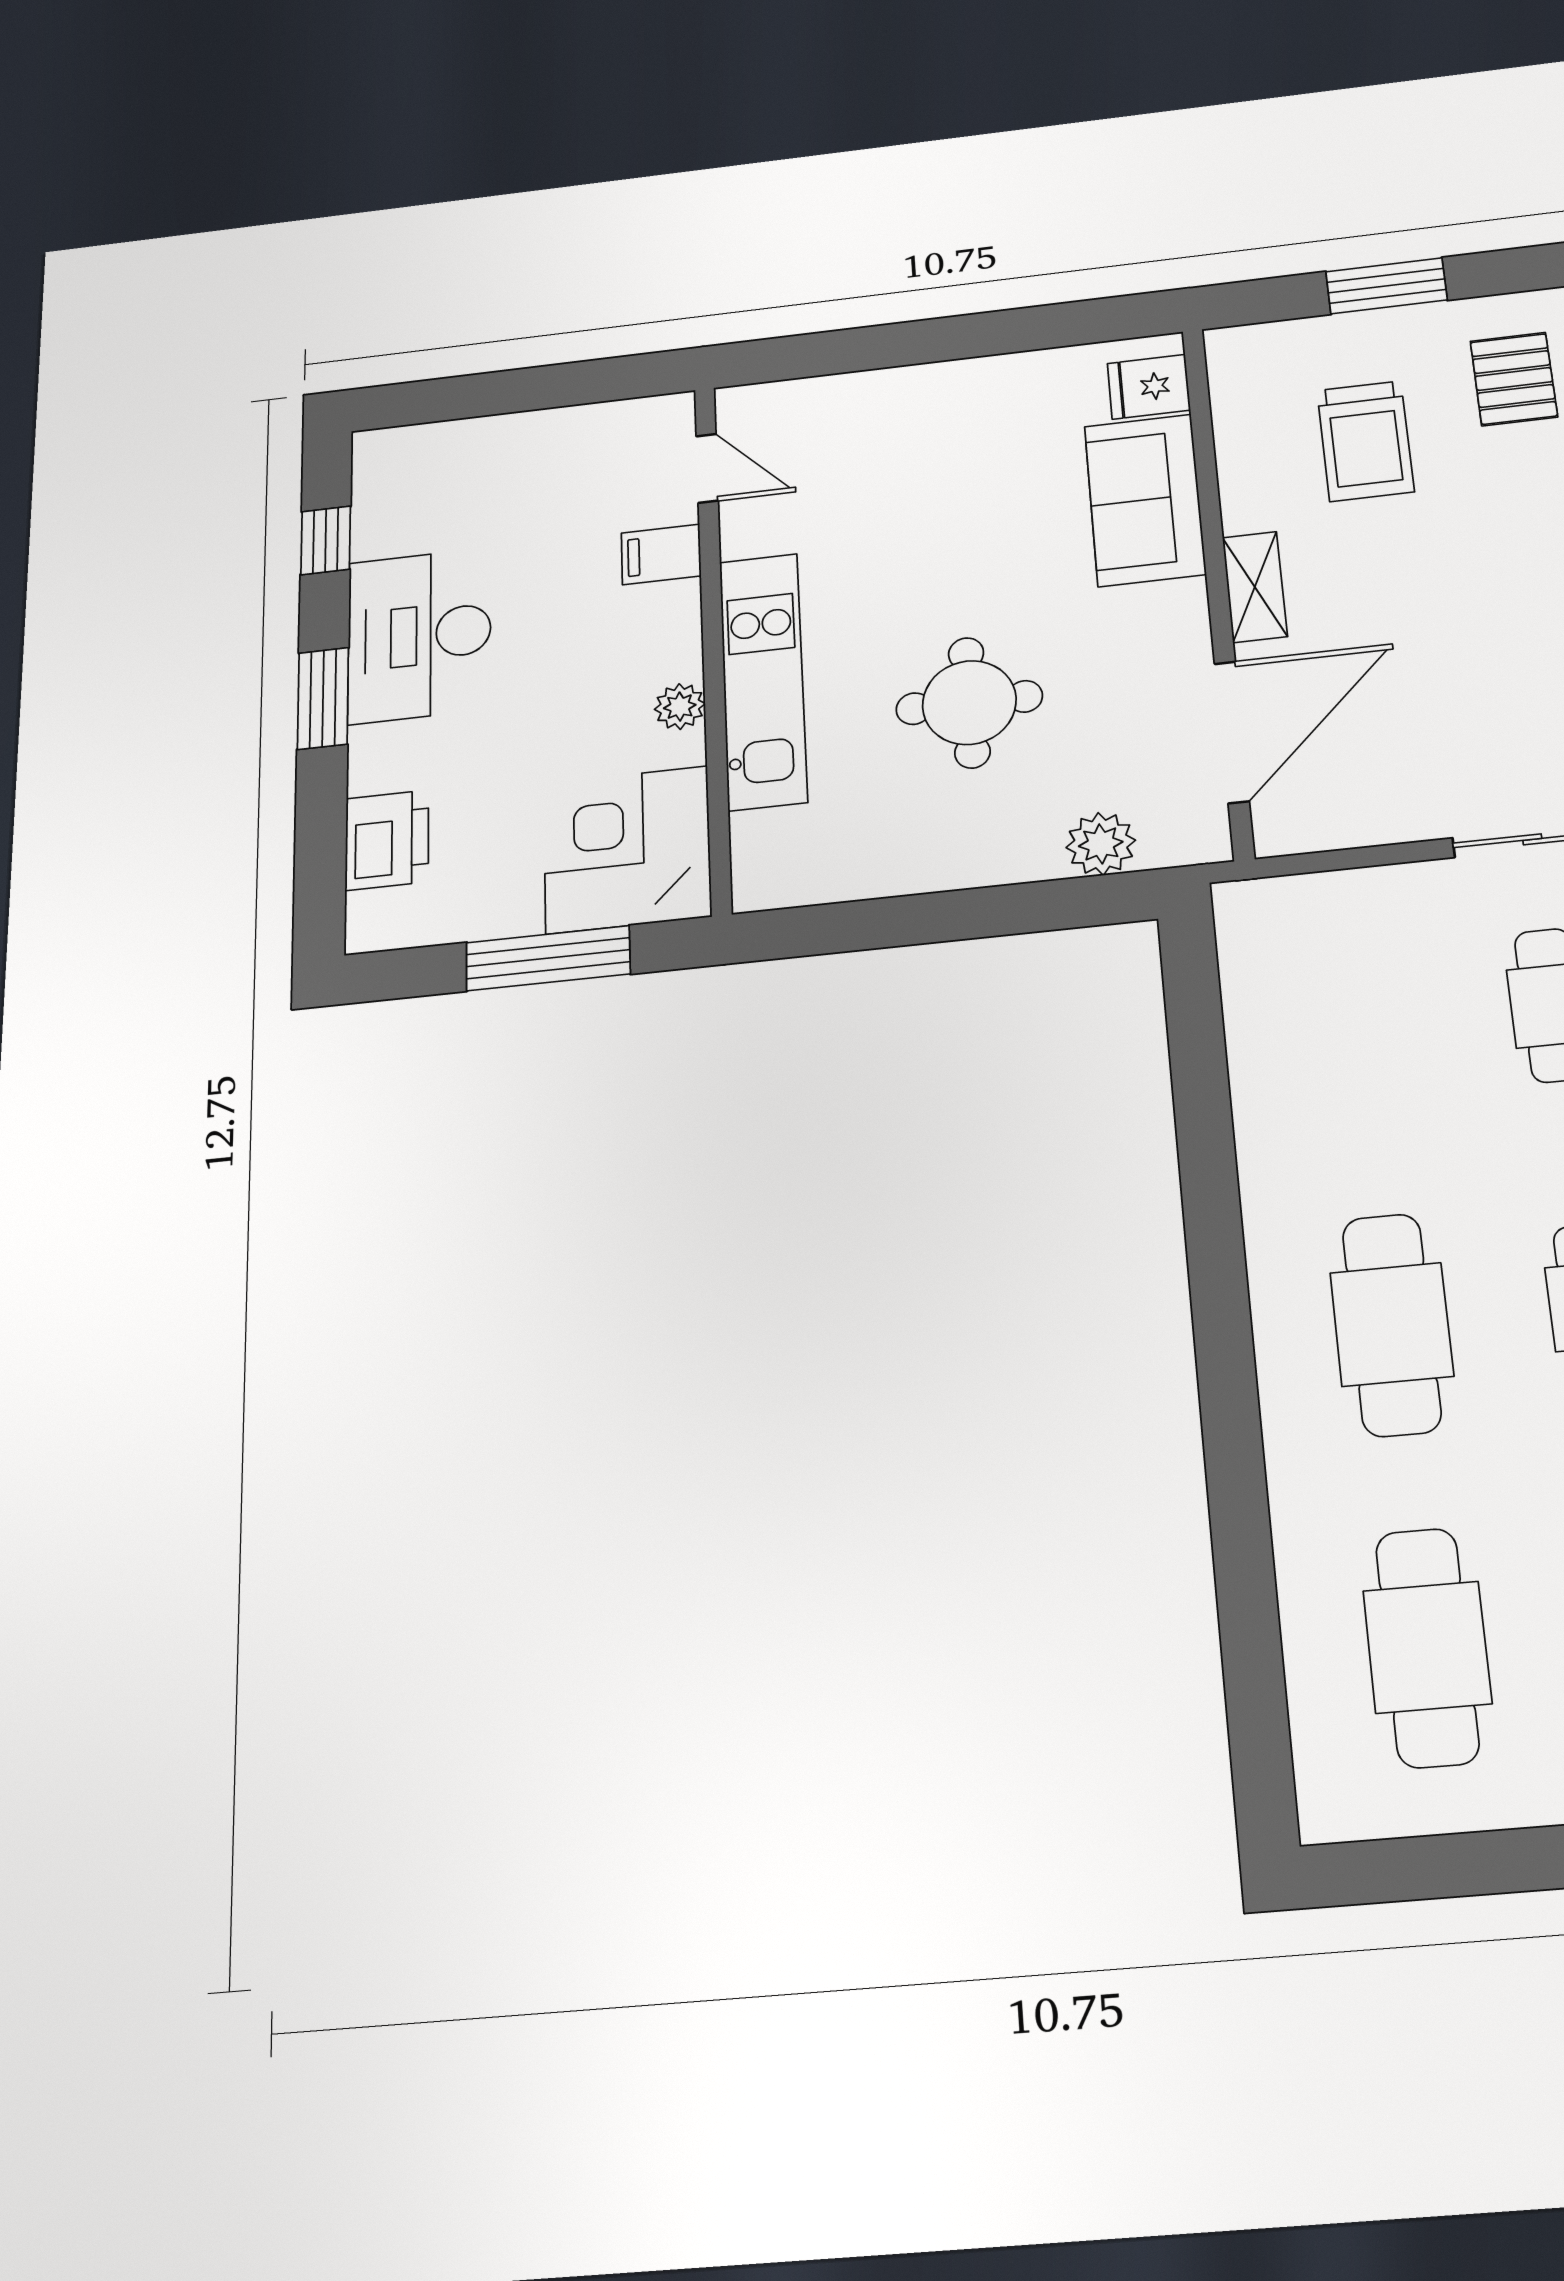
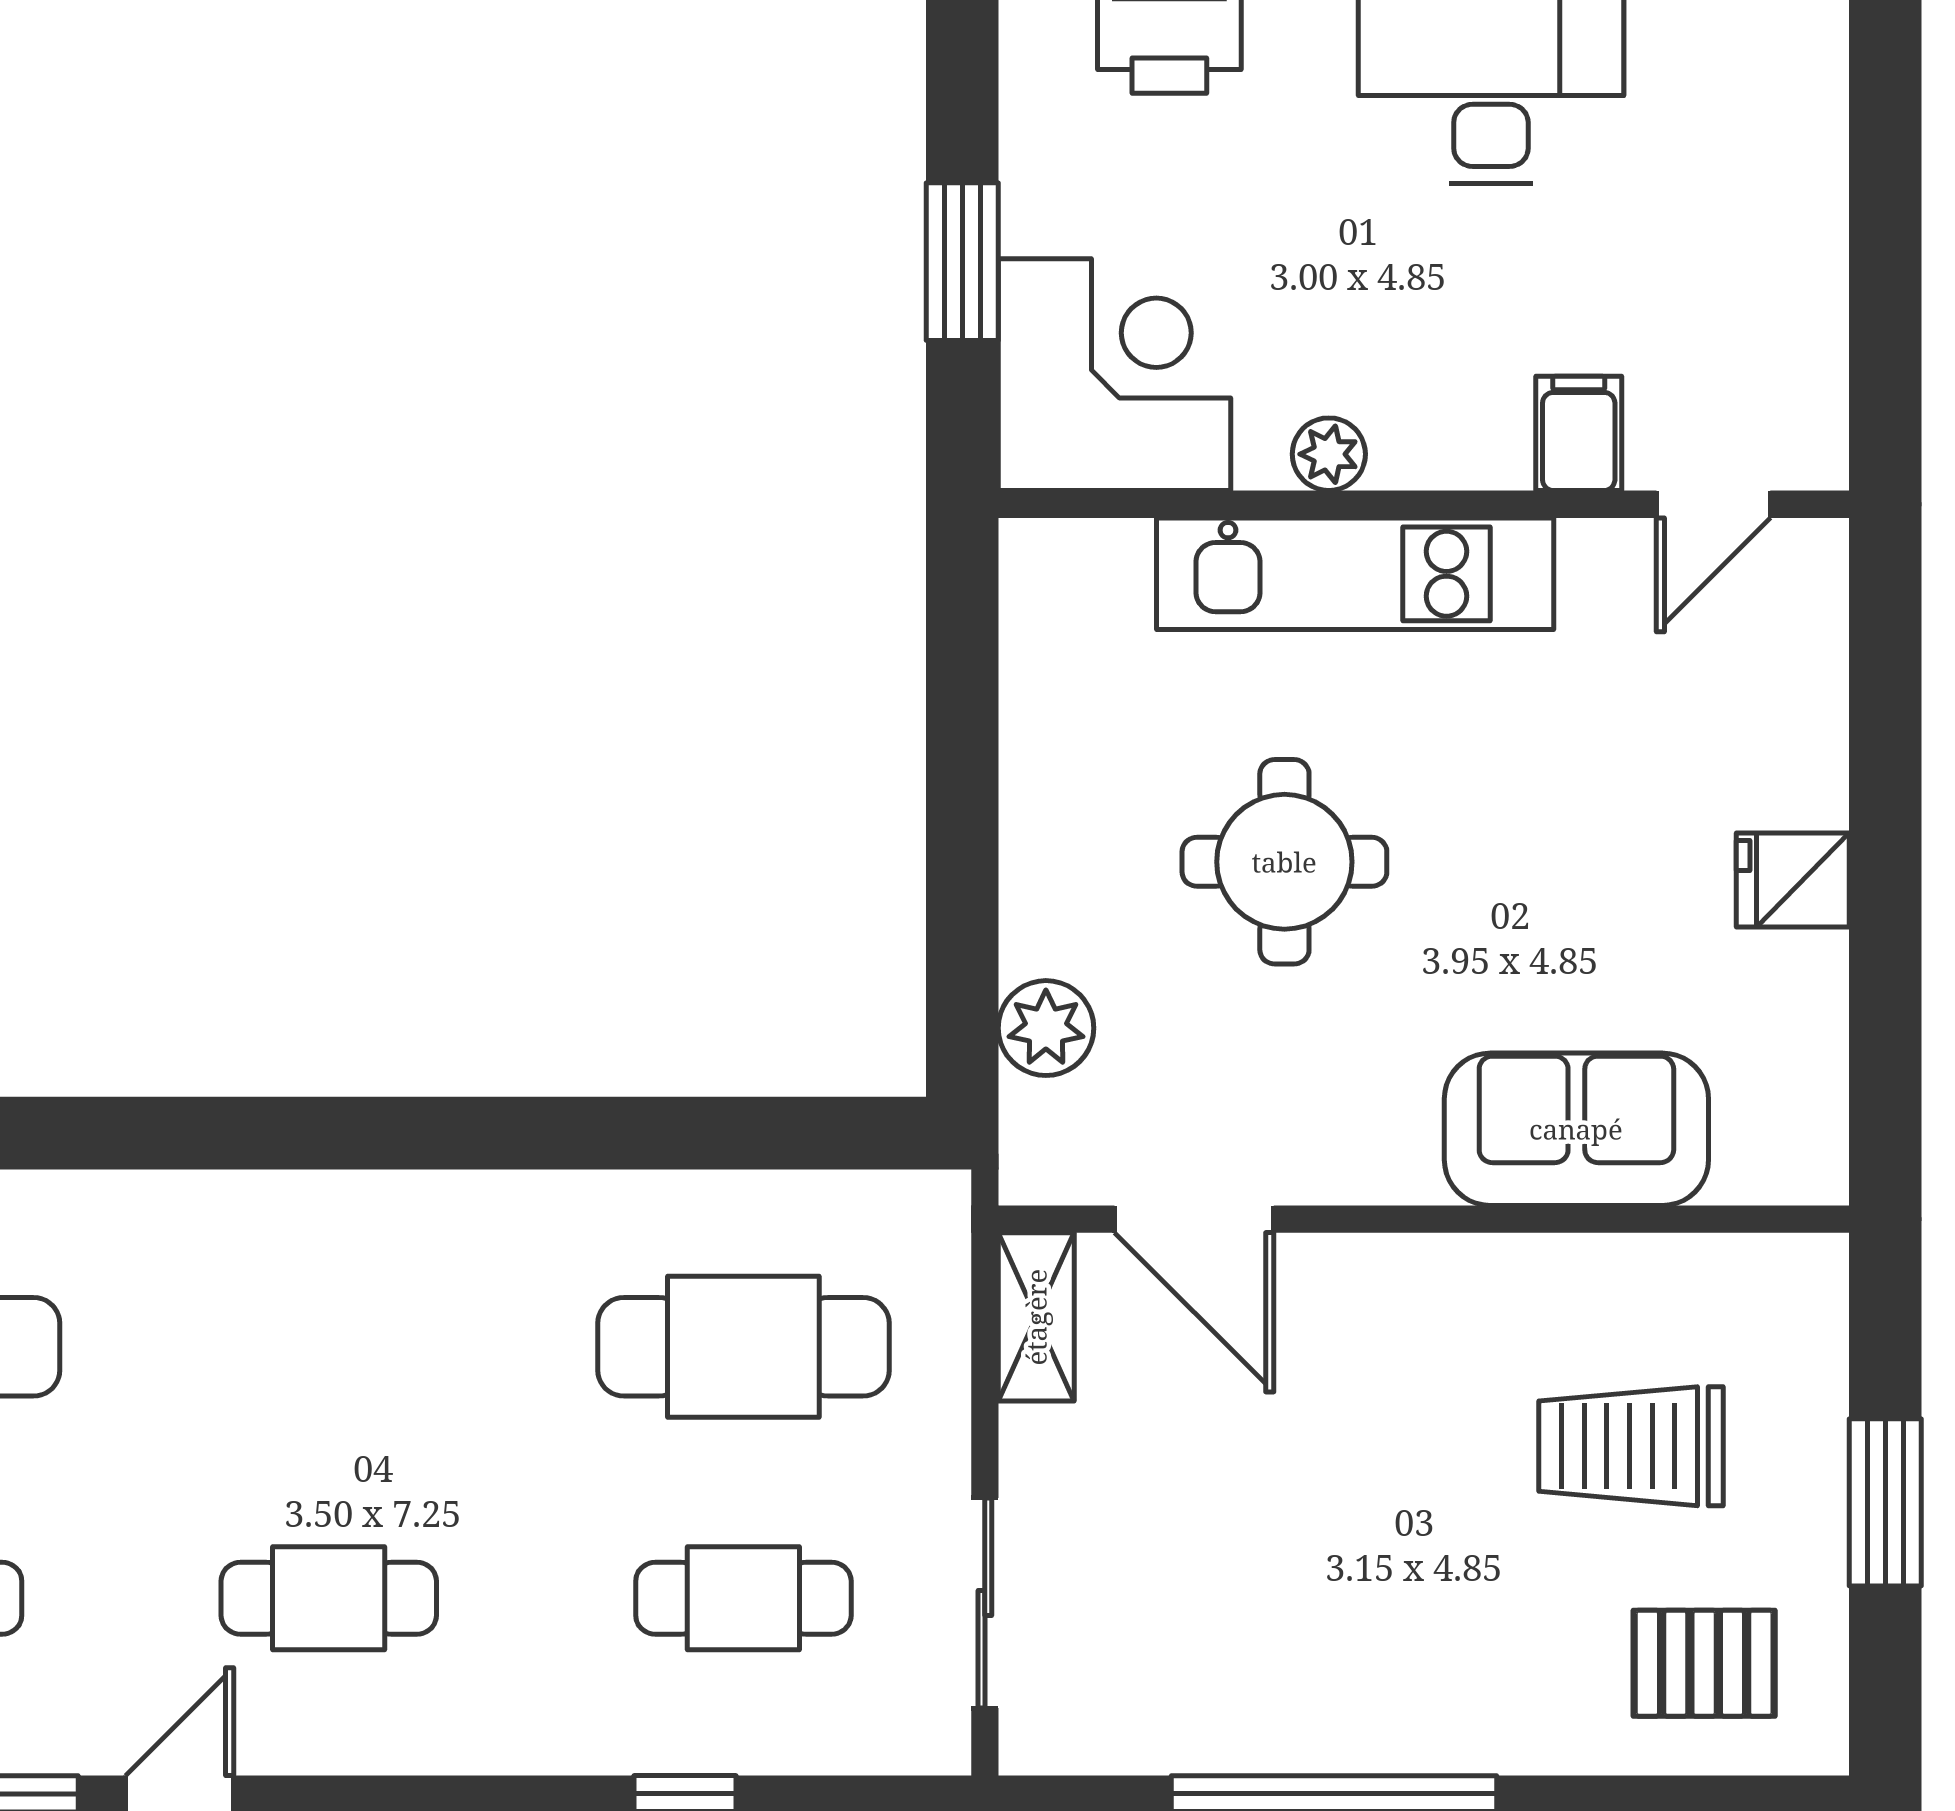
fridge: (1149, 387) -> (1793, 880), moved, turned -90
shelving: (1255, 587) -> (1036, 1317), moved, turned 90
door: (1232, 732) -> (1194, 1219), width x0.73
window: (548, 958) -> (962, 262), width x0.69
cafe table: (1392, 1324) -> (743, 1347), moved

